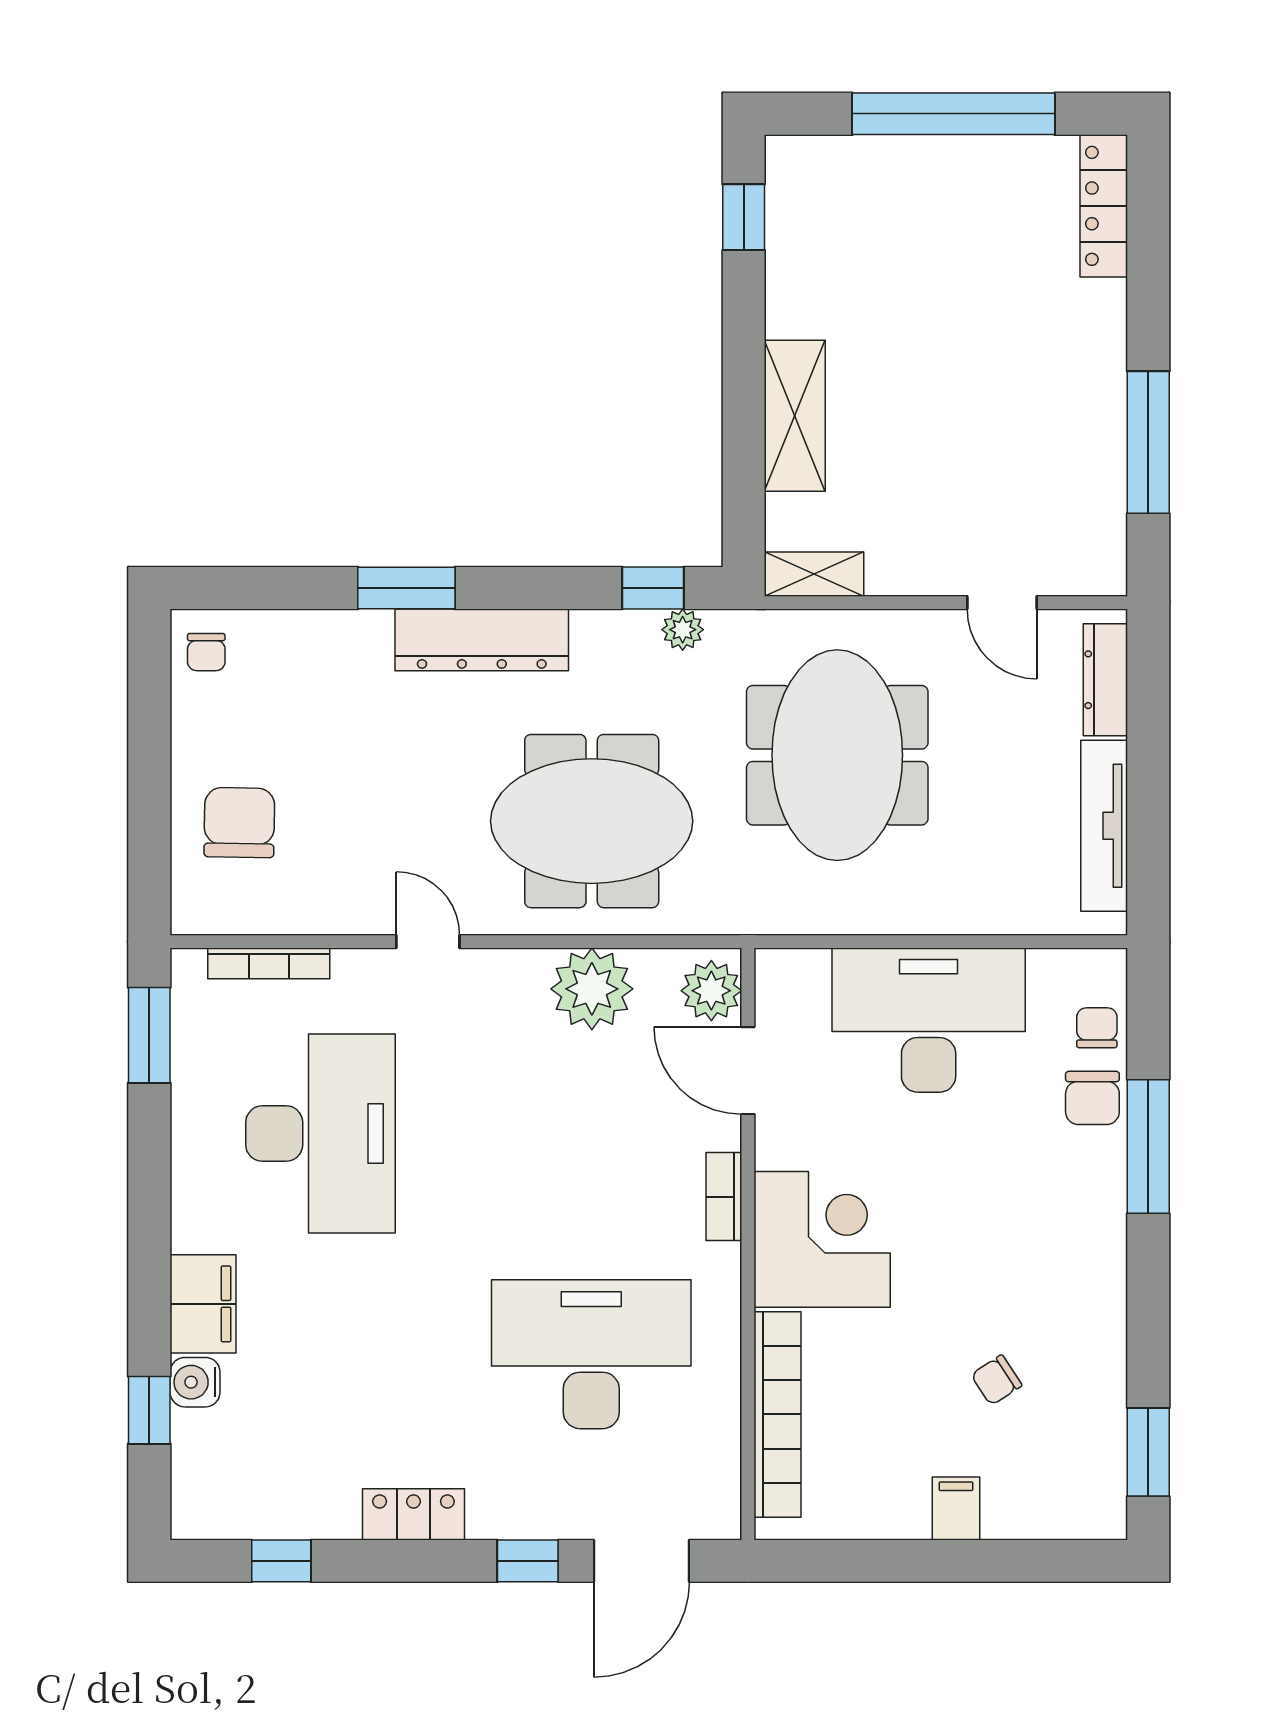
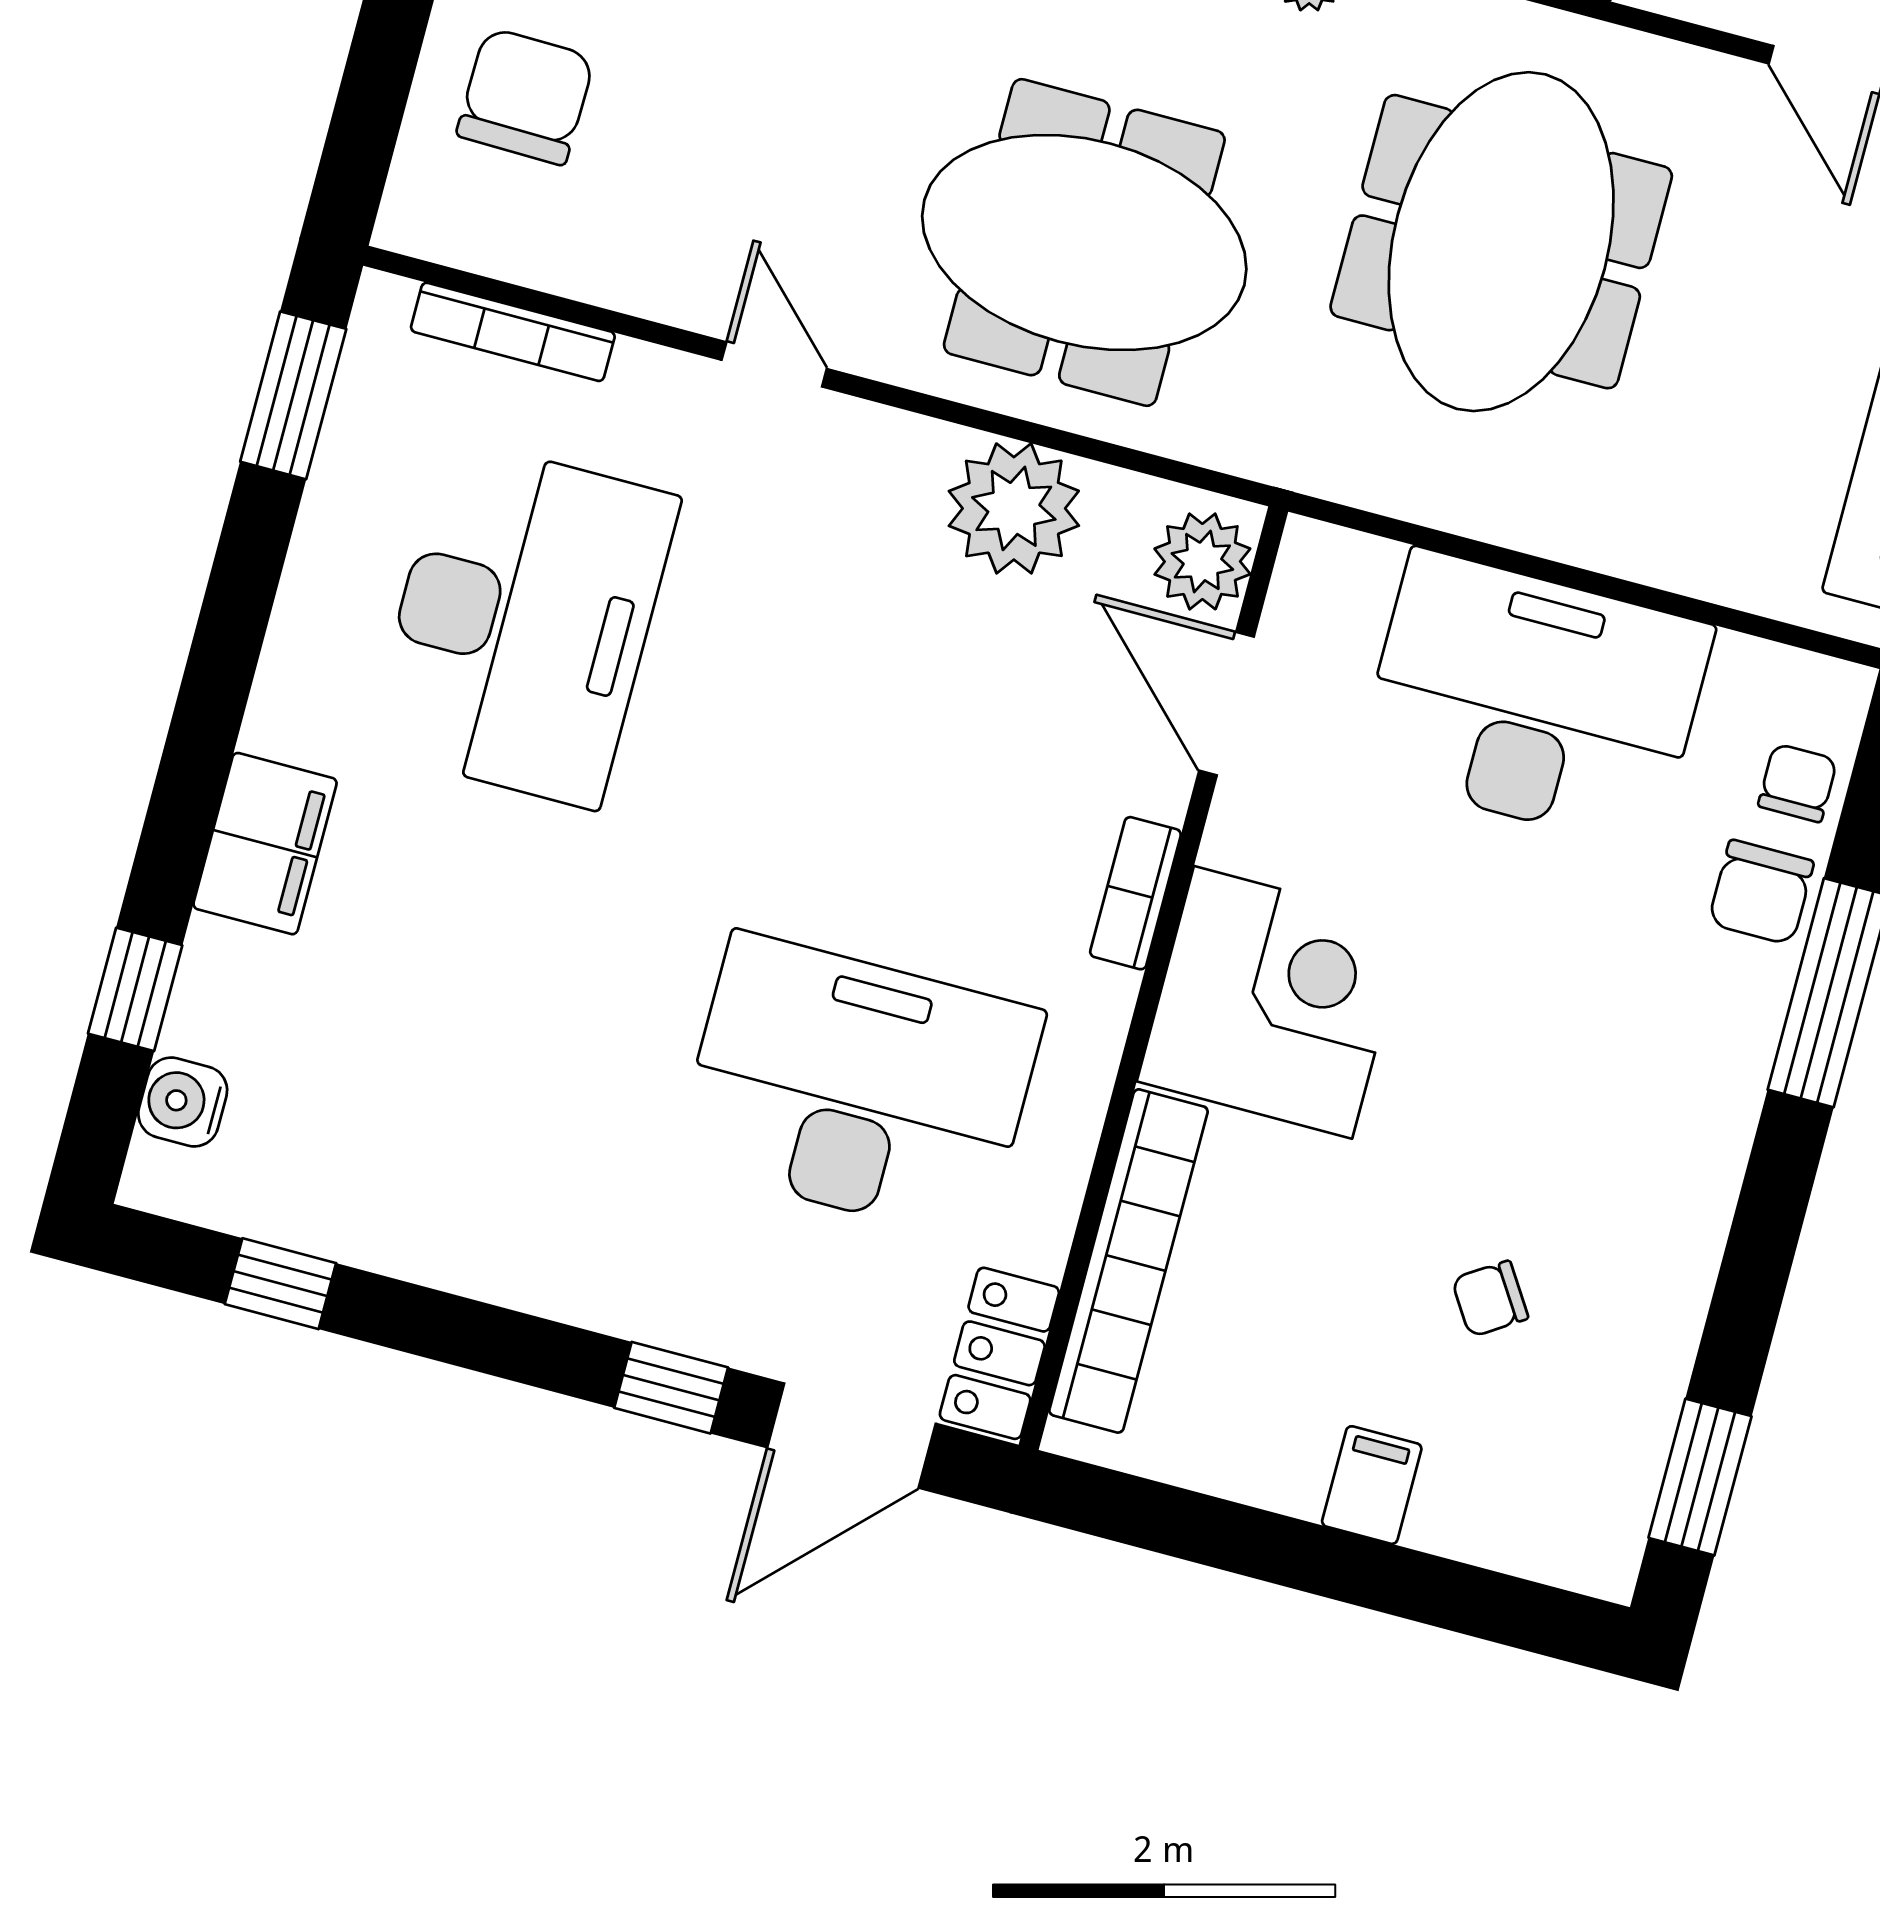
water cooler: (195, 1382) -> (183, 1102), moved
locker: (413, 1514) -> (999, 1353), moved, turned -90

